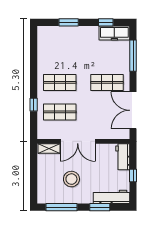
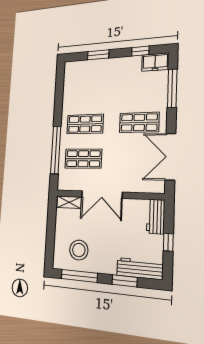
freezer: (114, 33) -> (155, 62), width x0.71
window: (34, 105) -> (56, 150), width x3.17
stool: (71, 179) -> (79, 250), moved

